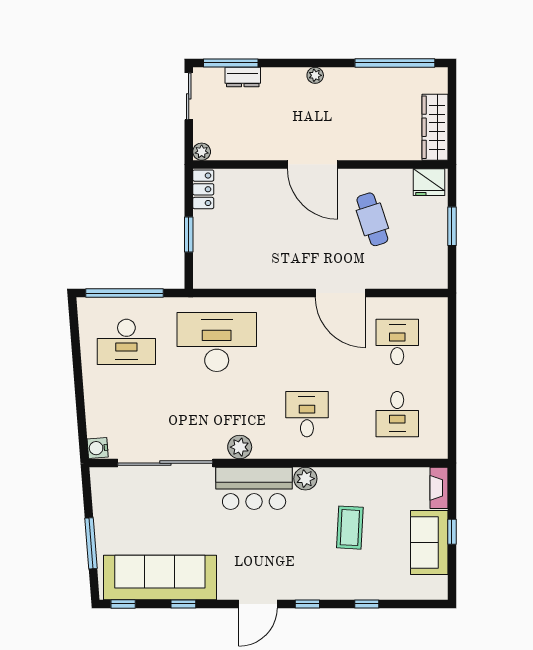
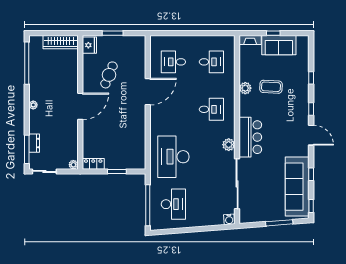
cafe table: (372, 219) -> (109, 75), turned -50
desk: (307, 414) -> (211, 109), turned 180
plant: (305, 479) -> (245, 88), moved

